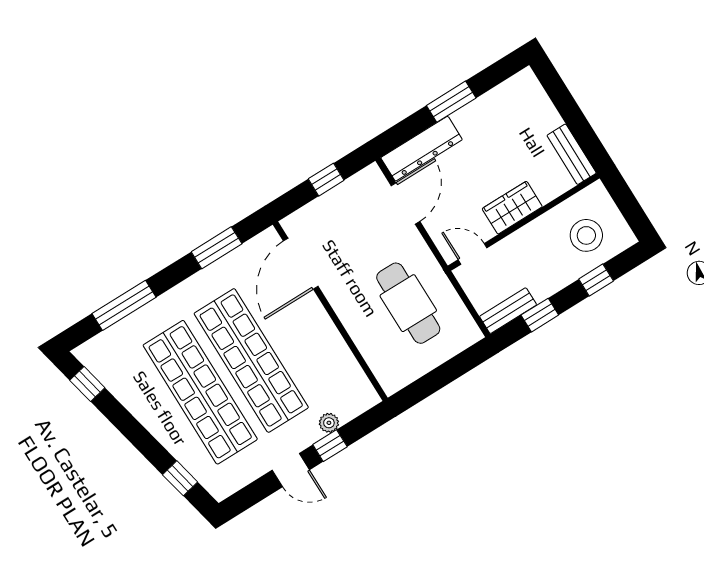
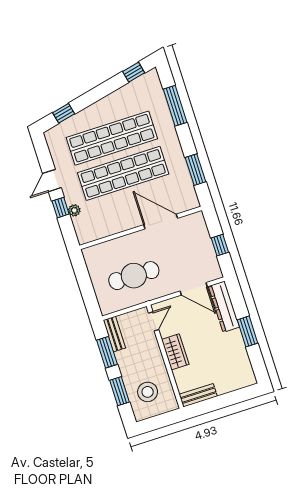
door: (301, 264) -> (161, 221), moved
window: (596, 280) -> (119, 391), width x1.50
window: (540, 315) -> (107, 352), width x1.50

